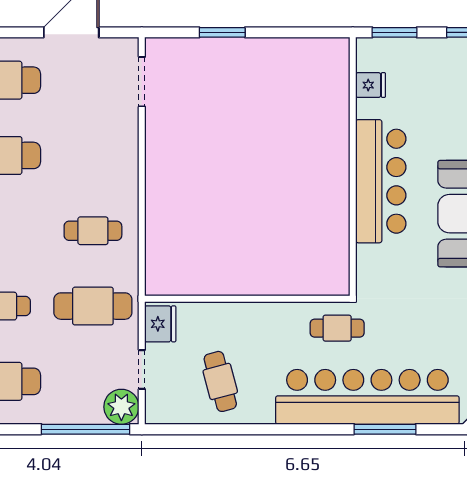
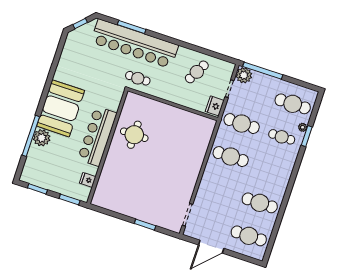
round table: (306, 210) -> (134, 135), added
cafe table: (93, 231) -> (231, 157), width x1.37, depth x1.35
cafe table: (220, 381) -> (197, 72), turned 43

